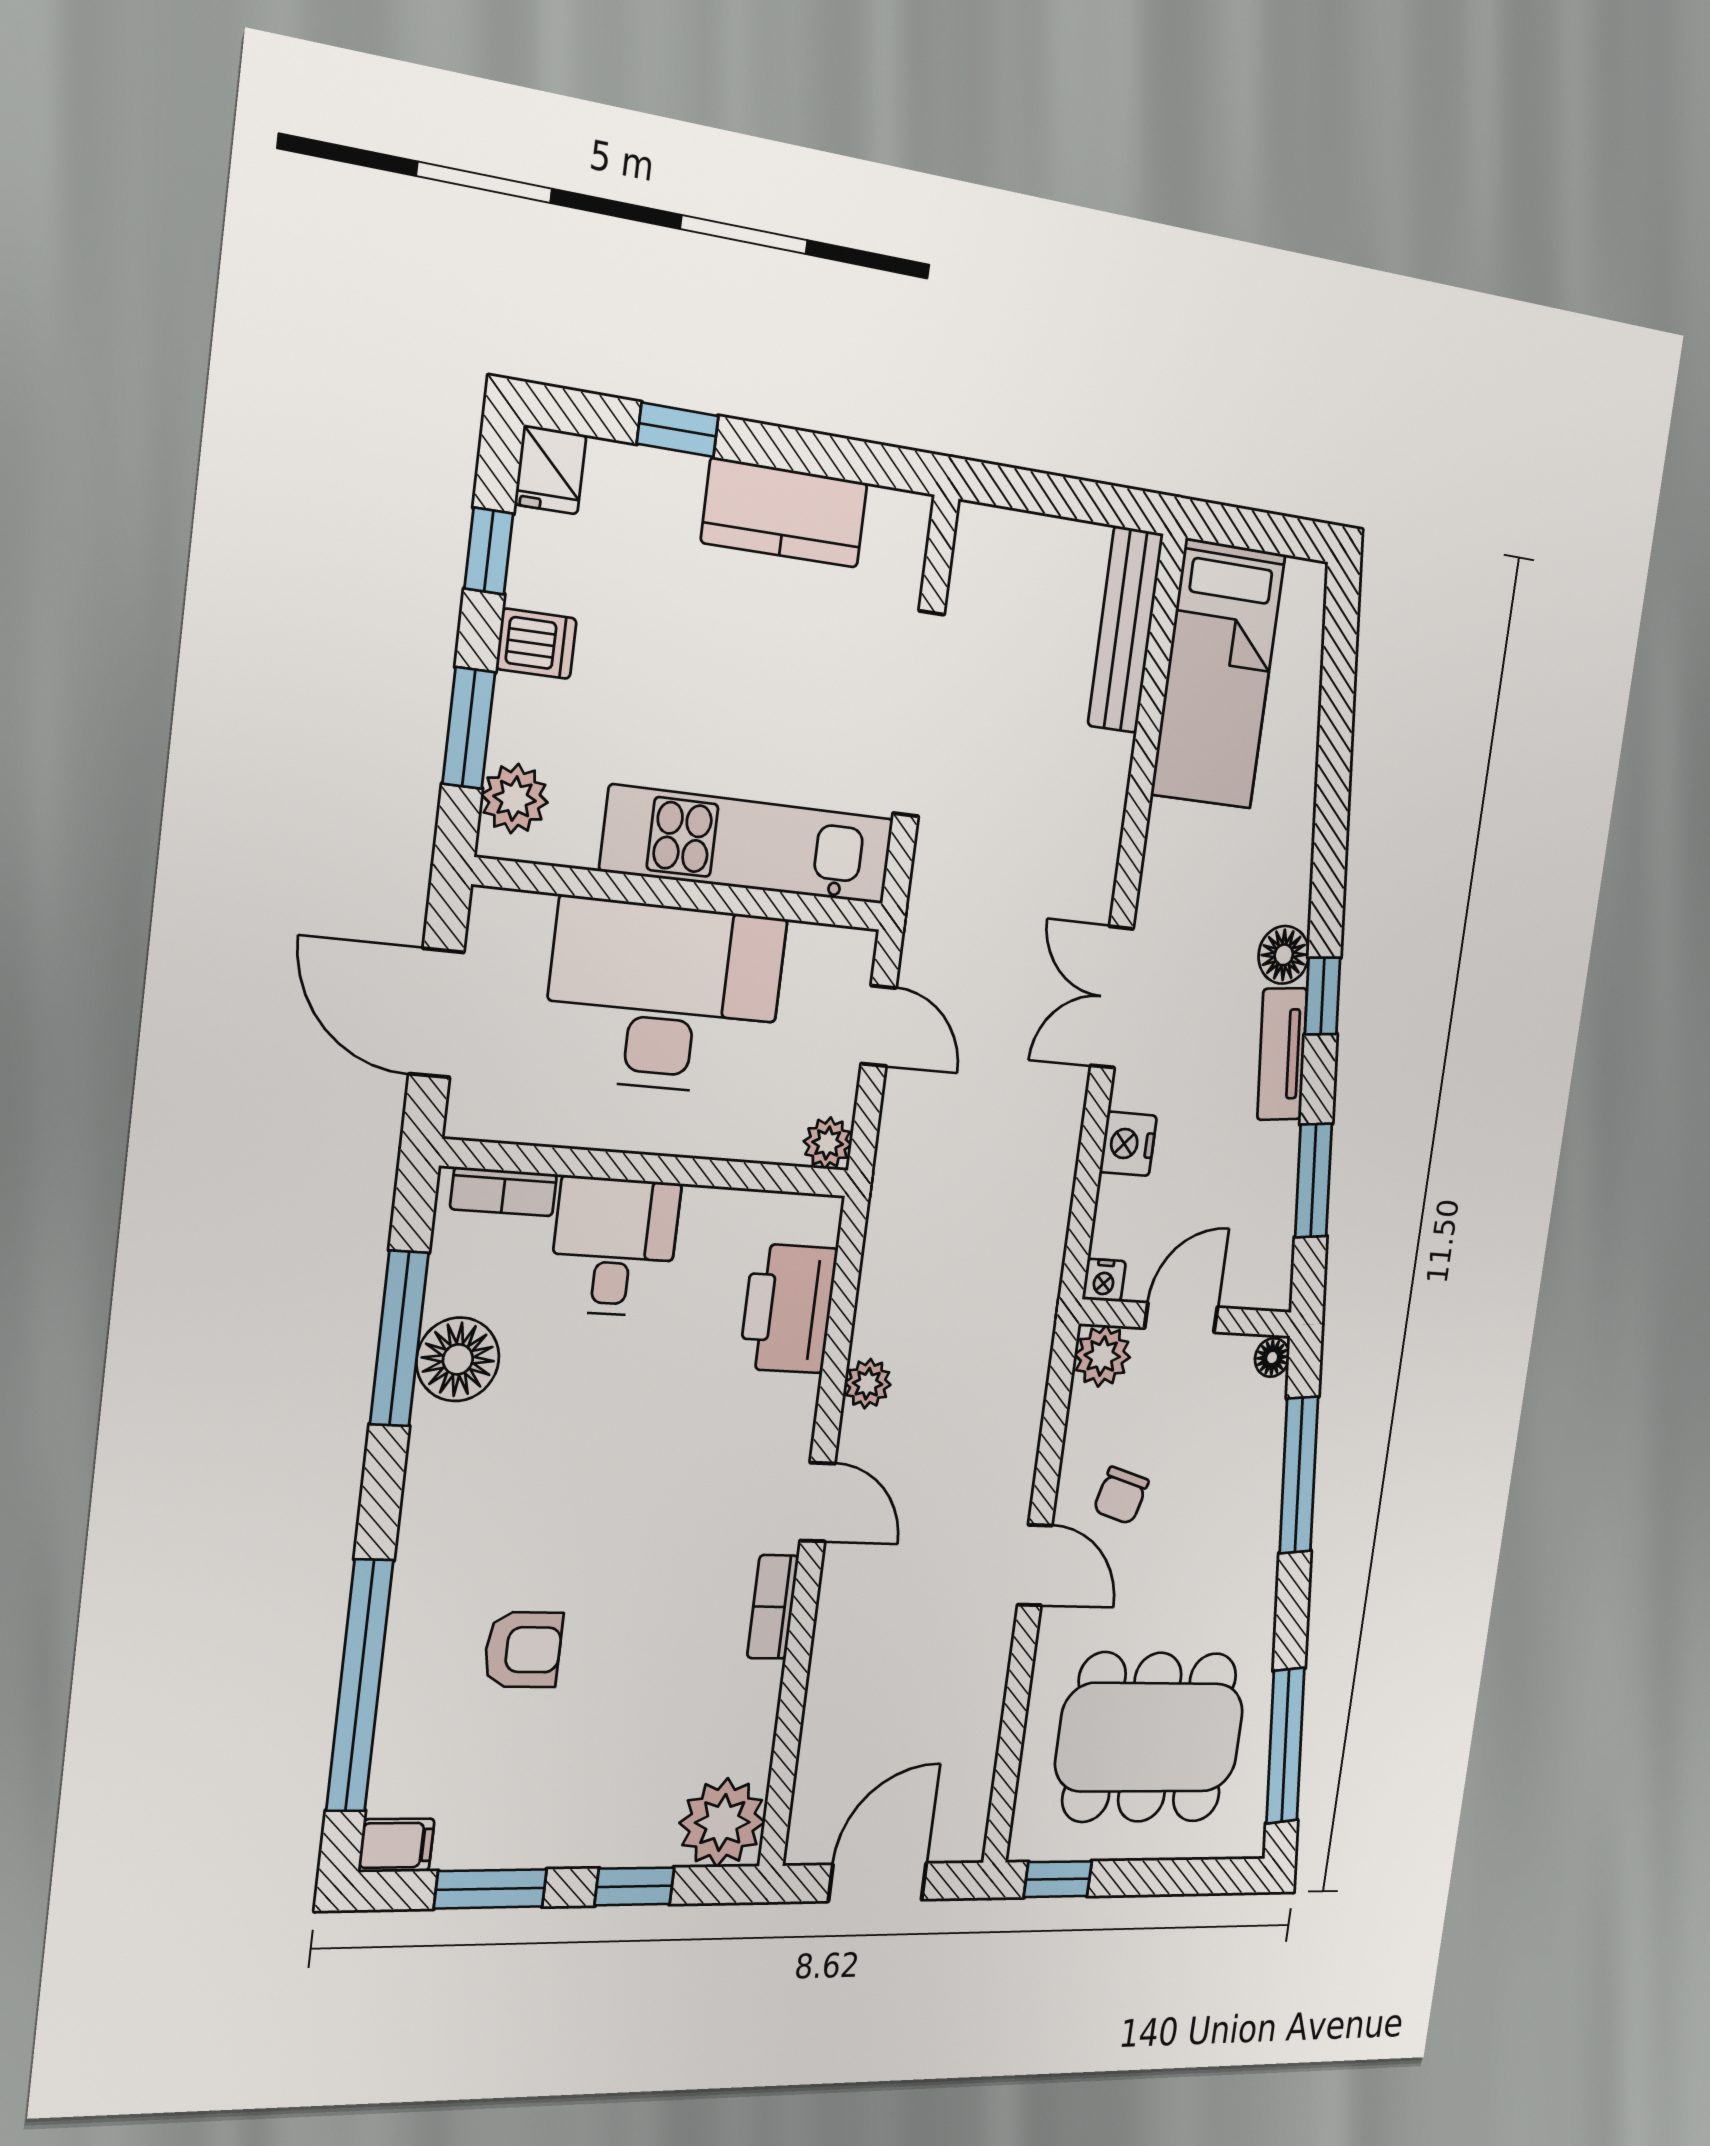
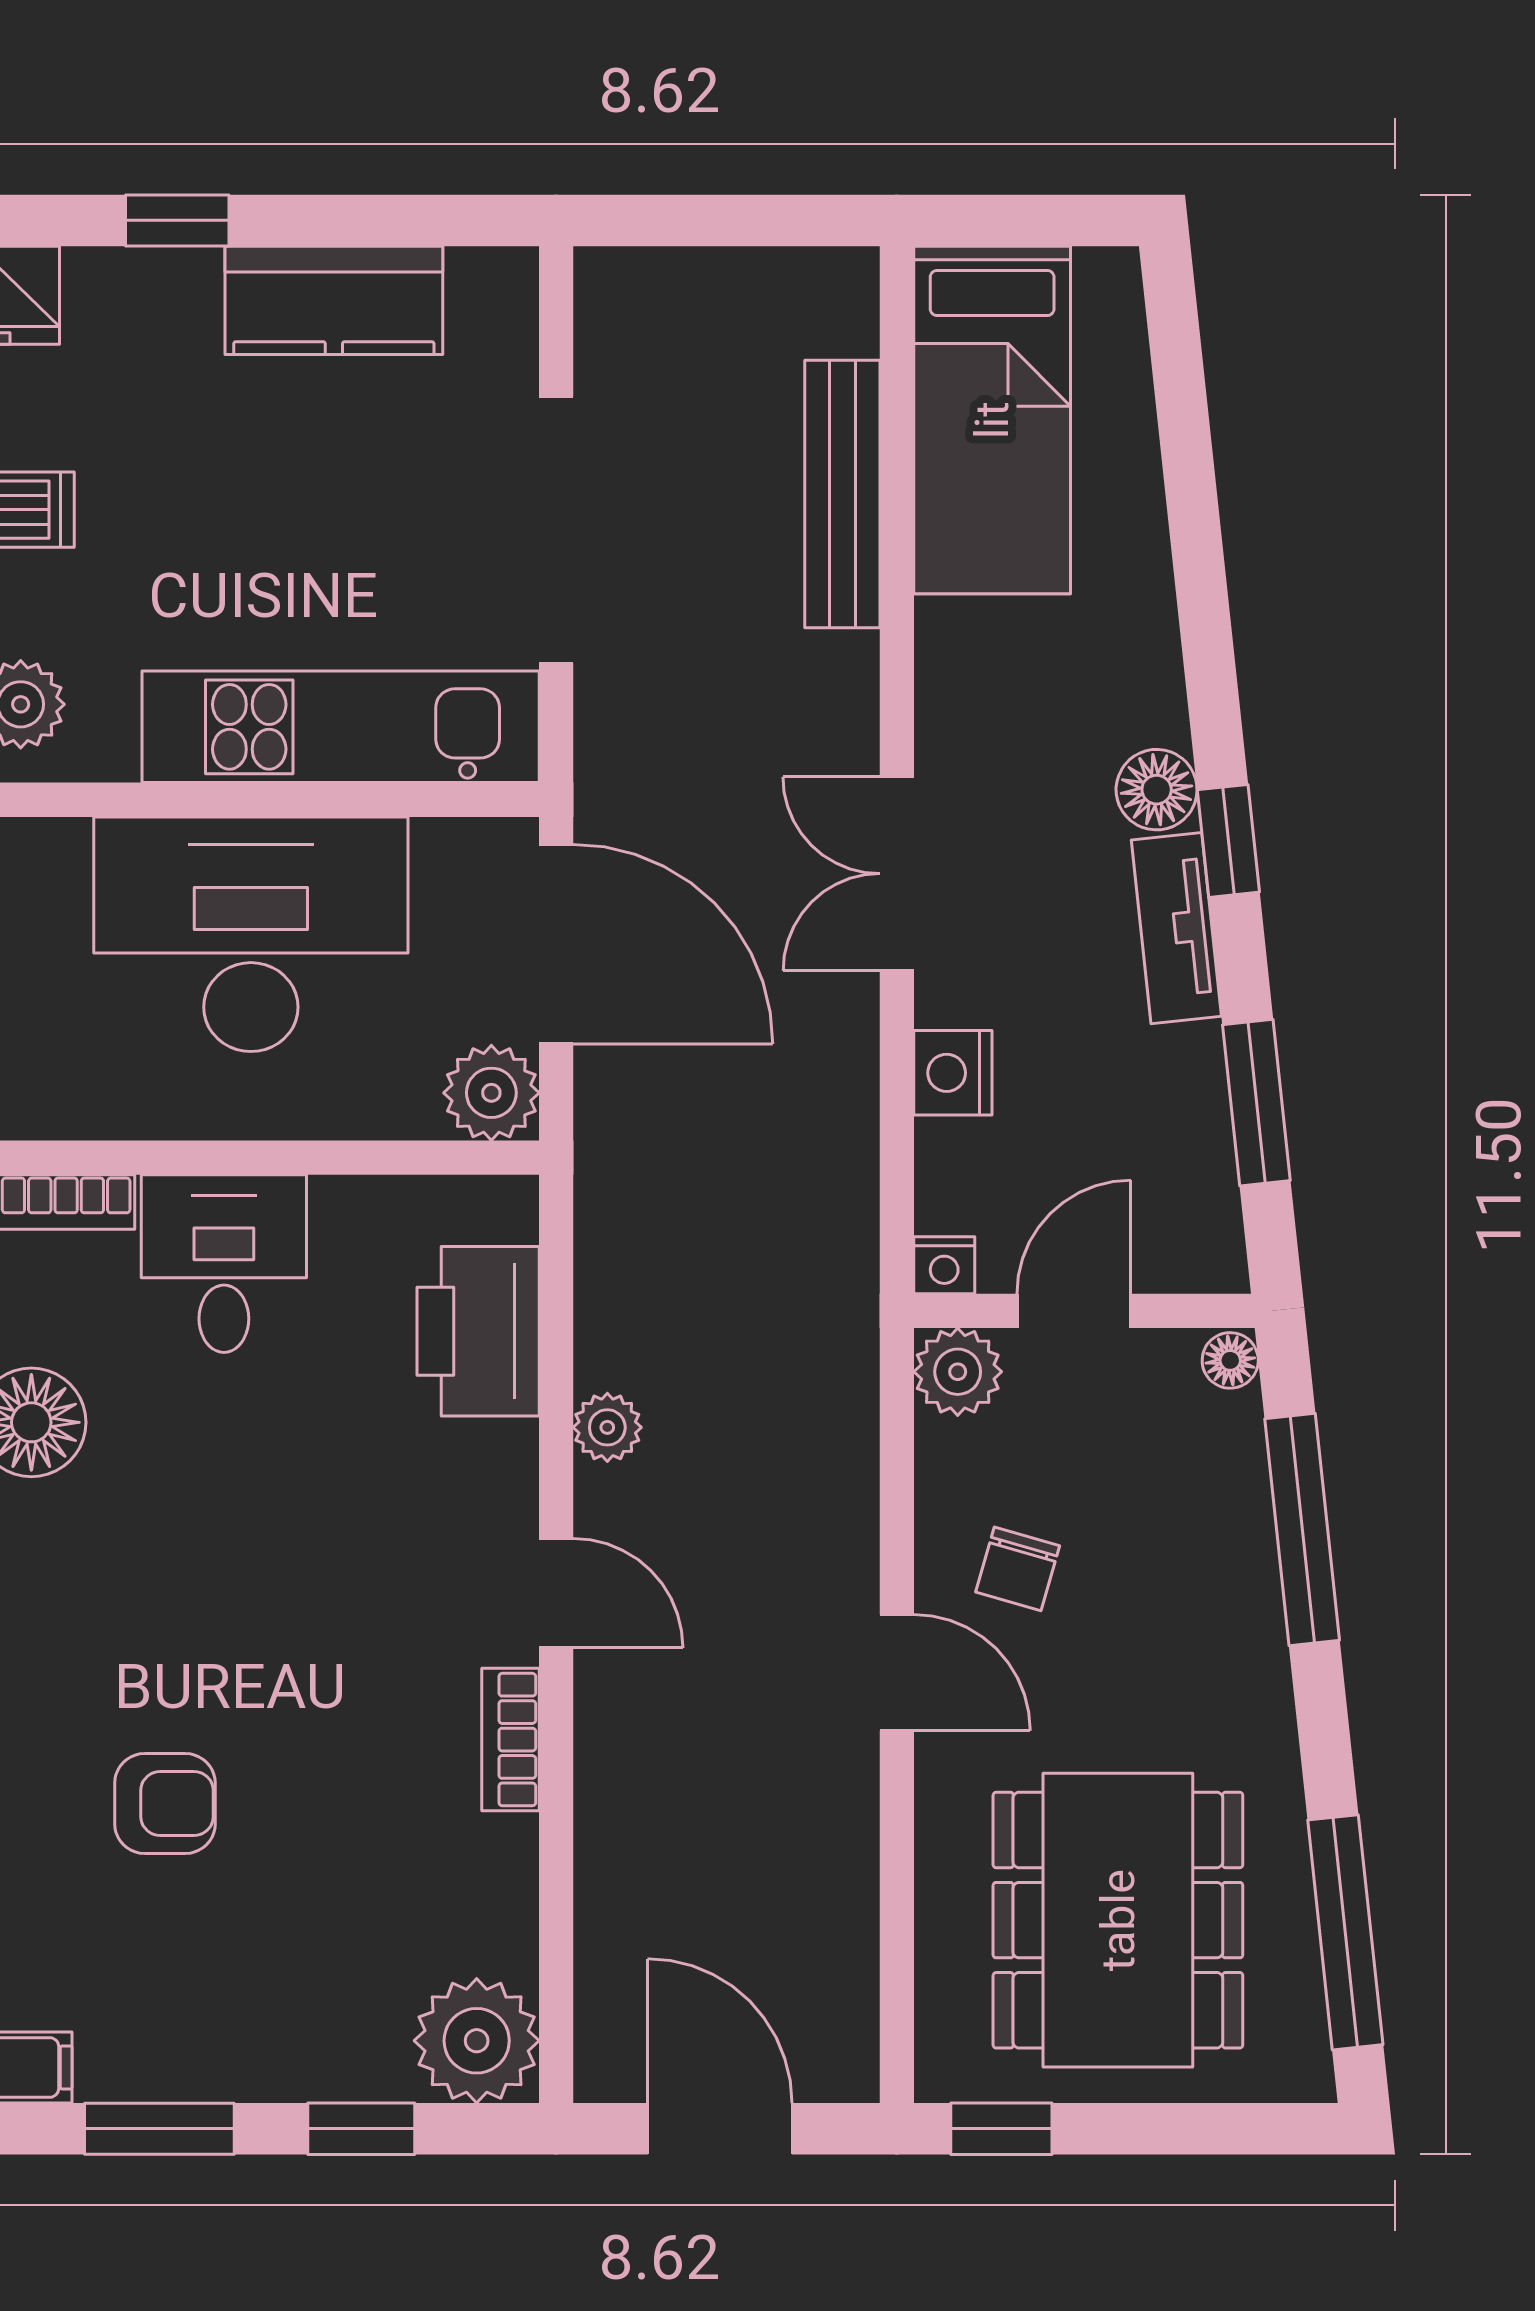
bench: (1125, 630) -> (842, 494), moved
door: (879, 1026) -> (556, 944), width x1.87
plant: (828, 1143) -> (491, 1093), width x1.38, depth x1.38
dining table: (1150, 1737) -> (1118, 1920), turned 90
door: (878, 1882) -> (720, 2129), hinge flipped

